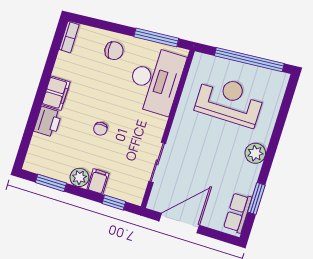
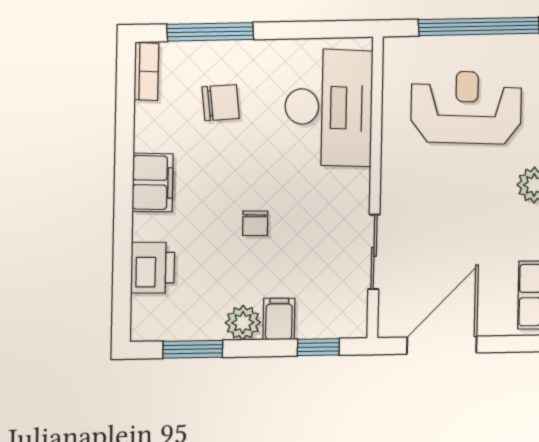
window: (156, 37) -> (211, 32), moved
chair: (114, 51) -> (221, 103), moved
printer: (48, 122) -> (153, 268), moved

